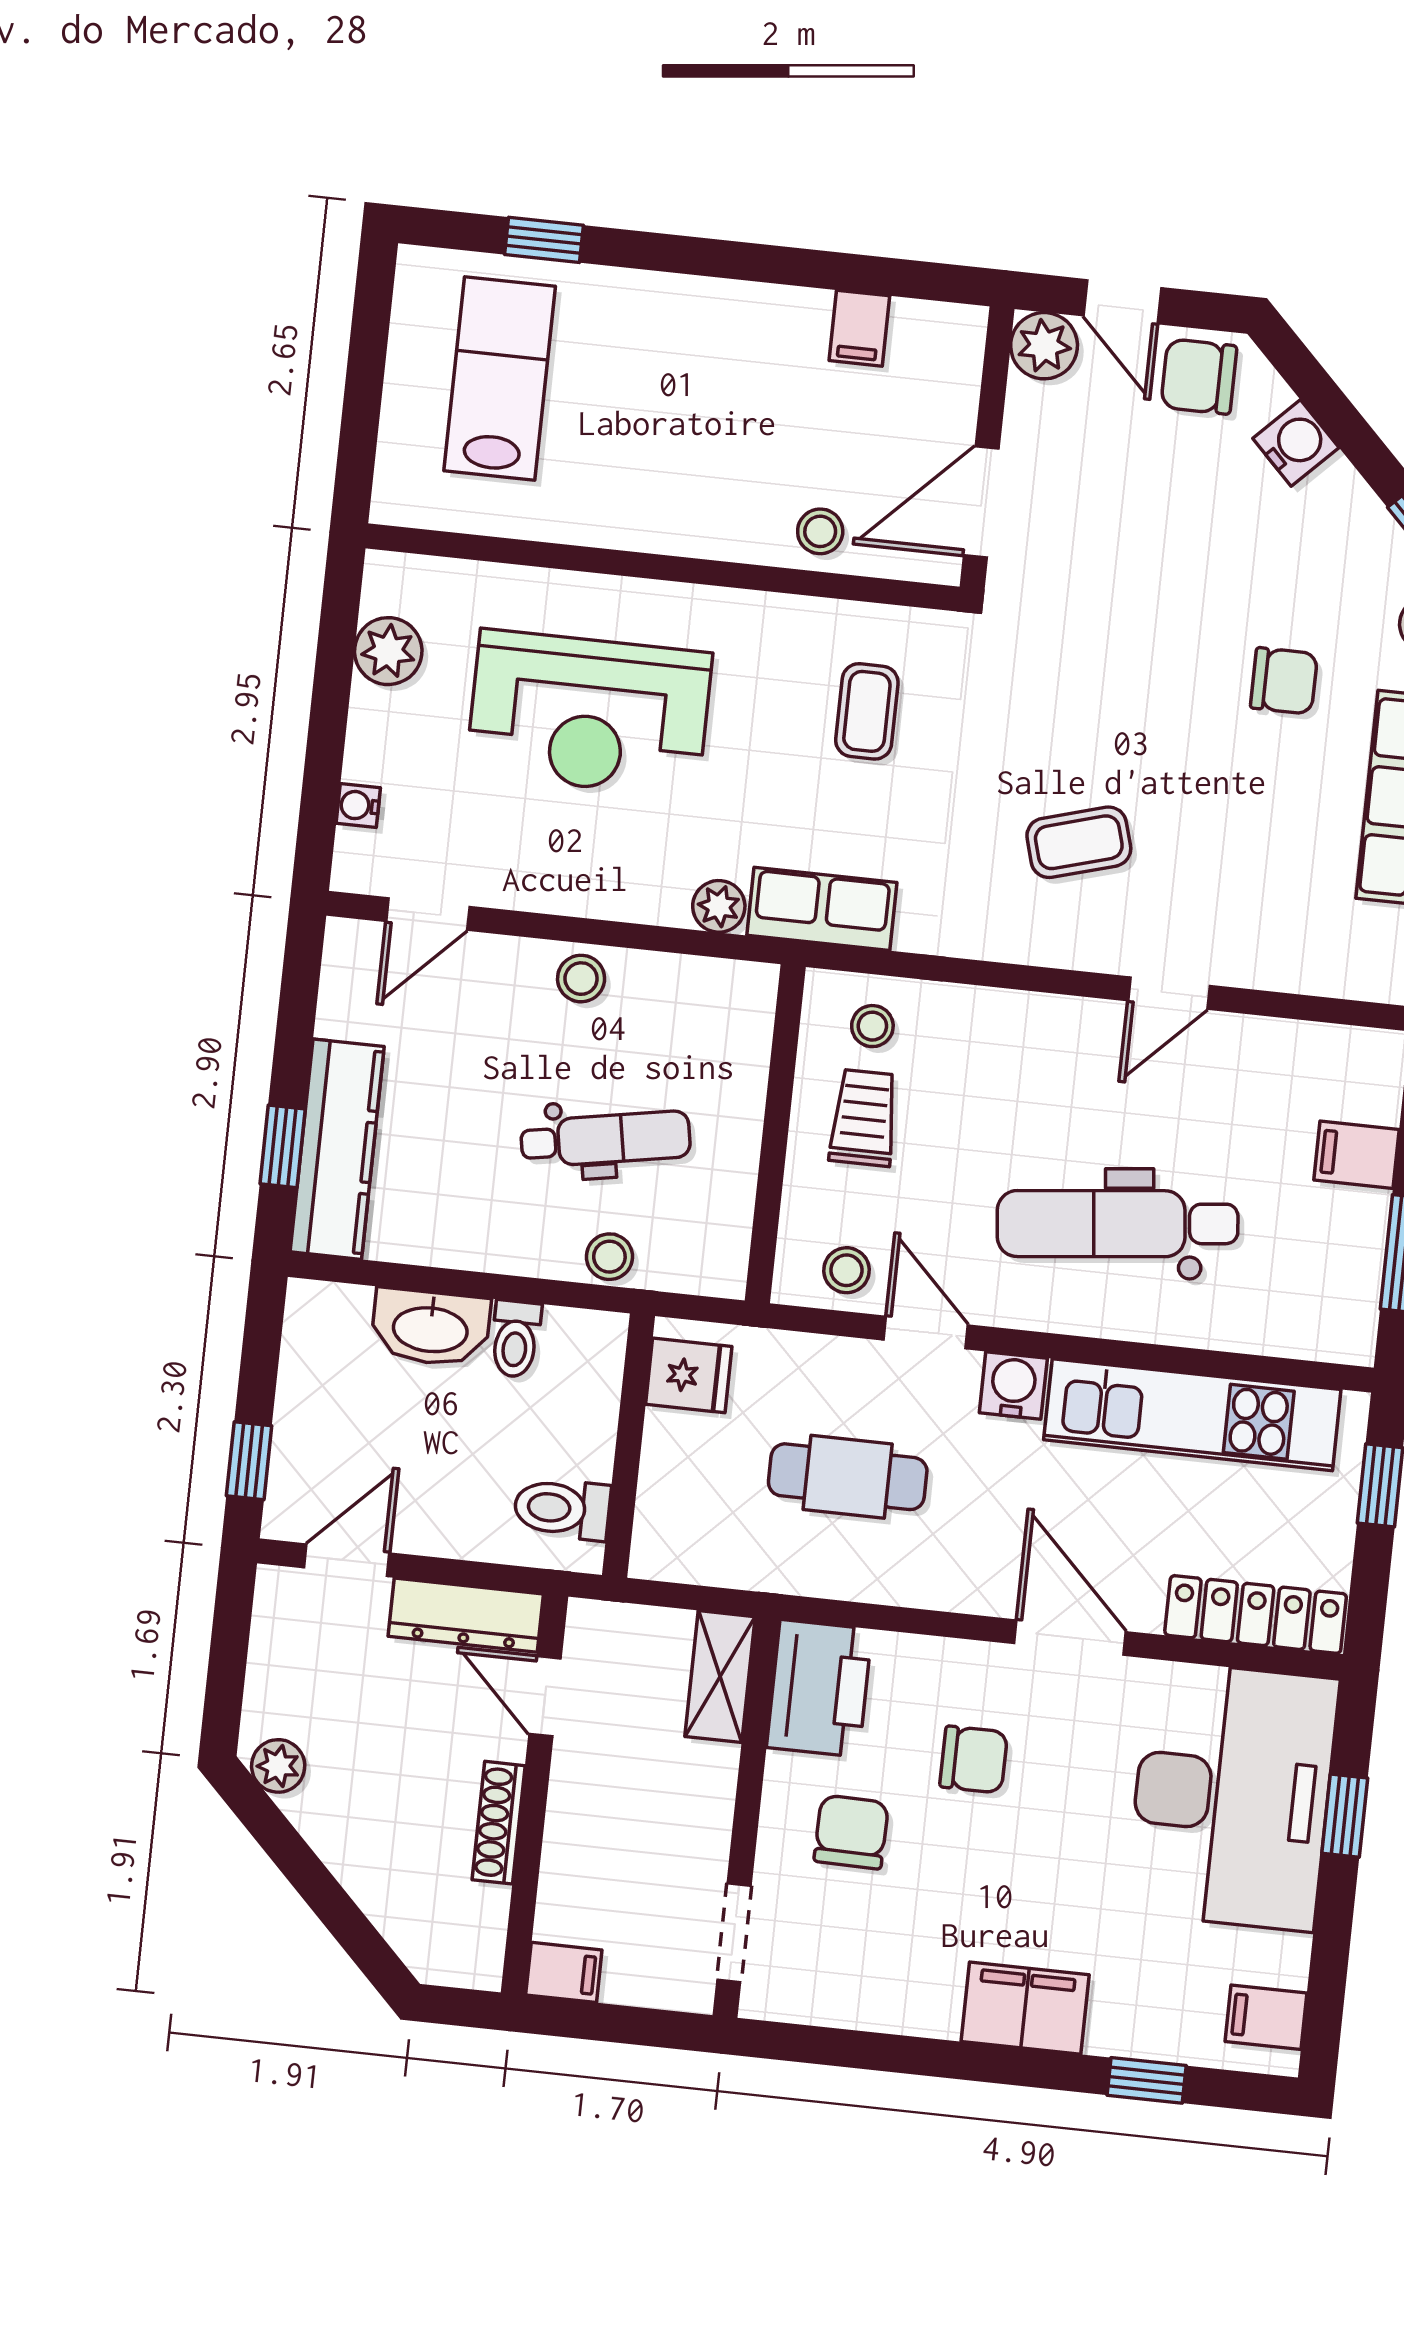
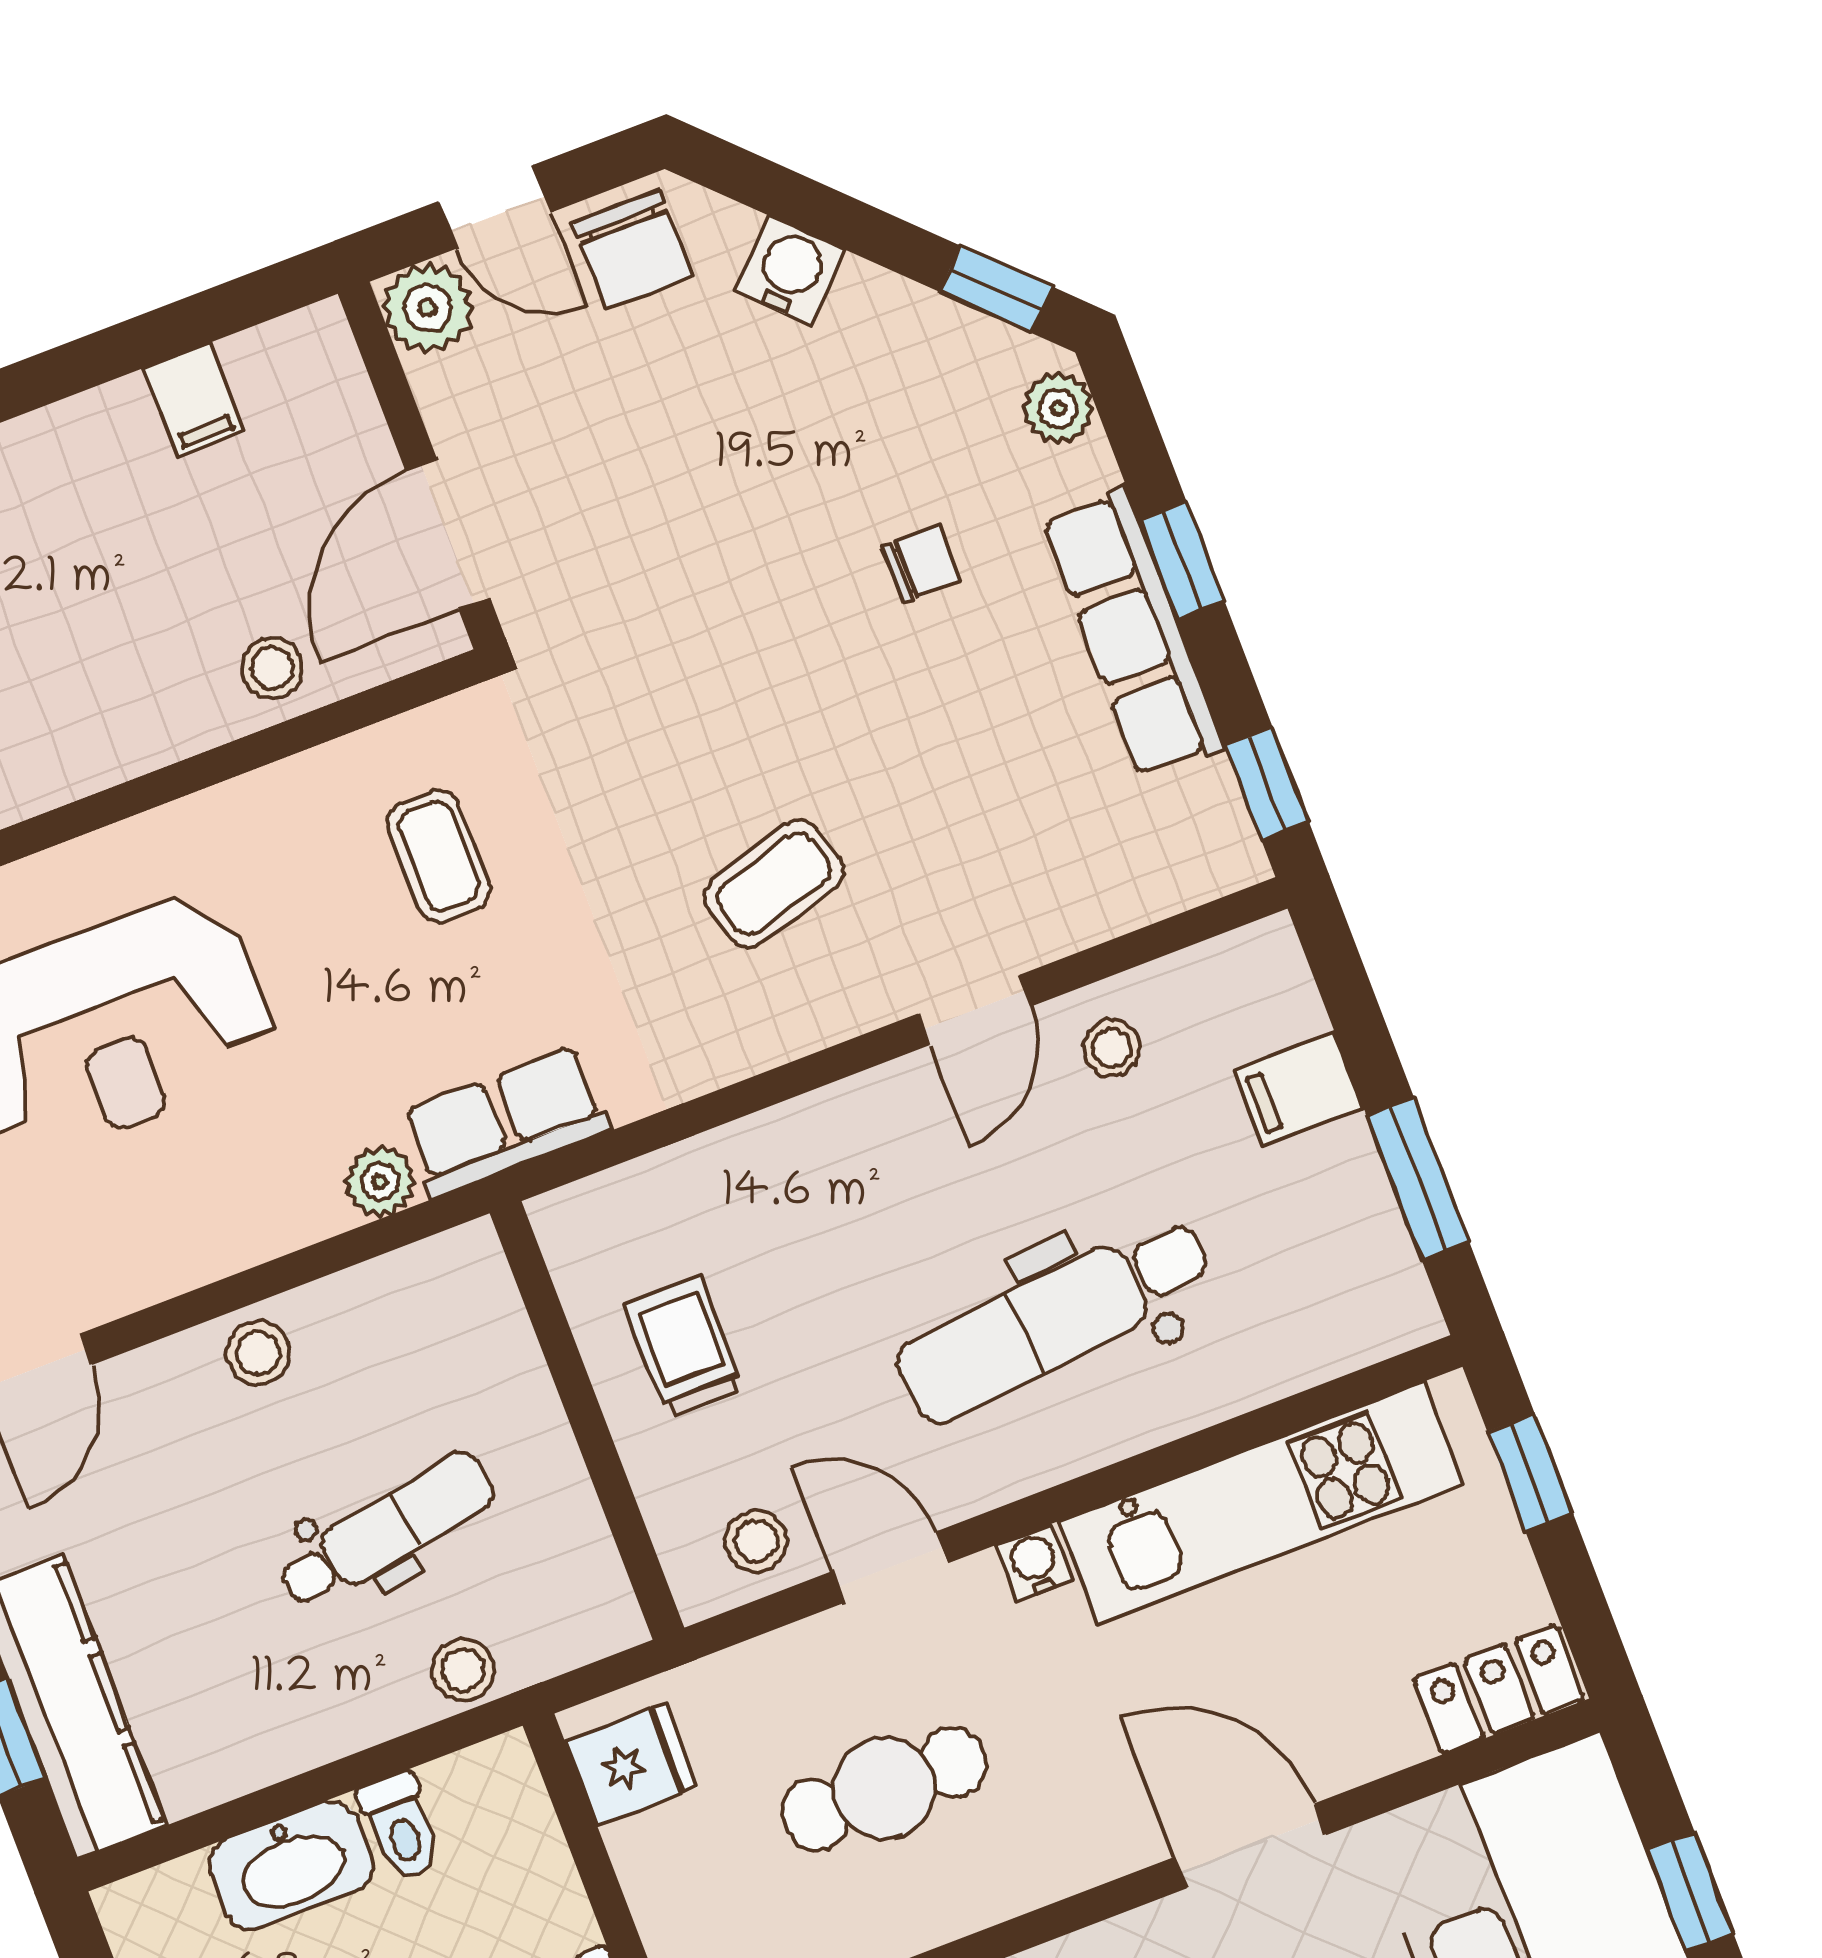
chair: (1199, 377) -> (632, 250), turned -90
chair: (1284, 681) -> (921, 564), width x0.73, depth x0.73
stool: (872, 1026) -> (1112, 1048), moved
water cooler: (1013, 1385) -> (1034, 1562), width x0.72, depth x0.72
locker: (1256, 1614) -> (1499, 1689), width x0.66

